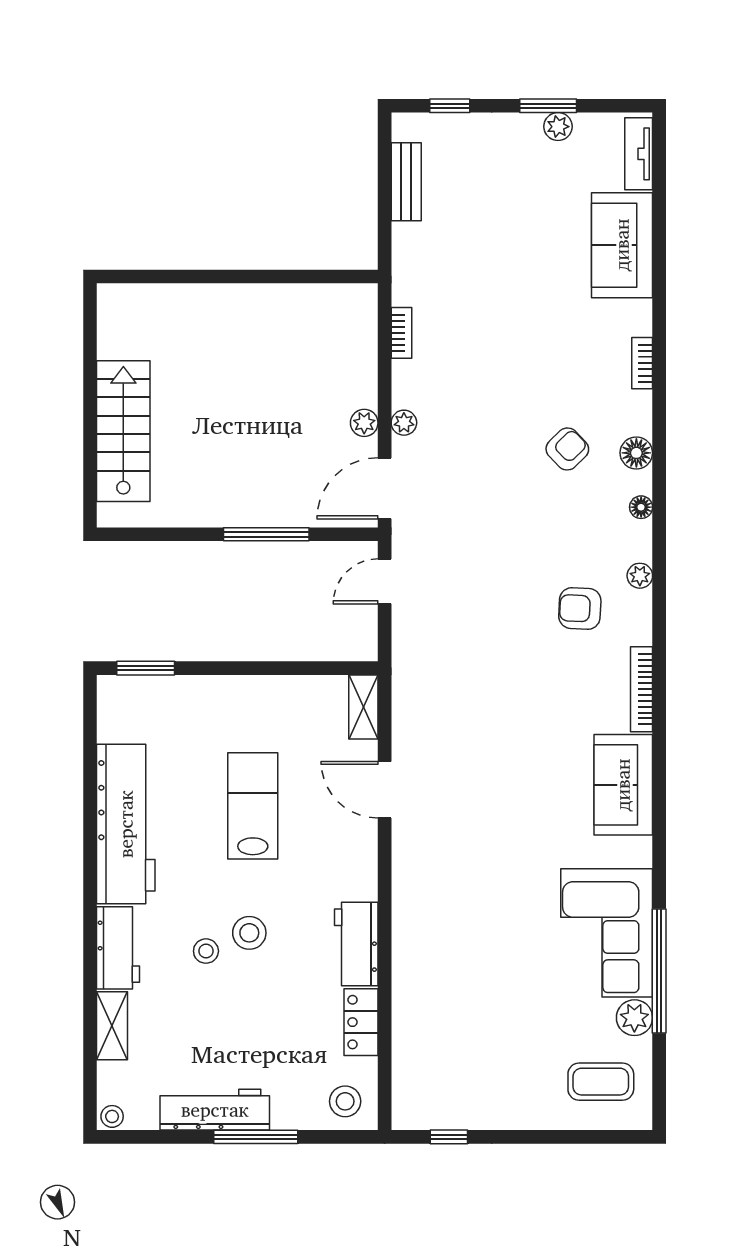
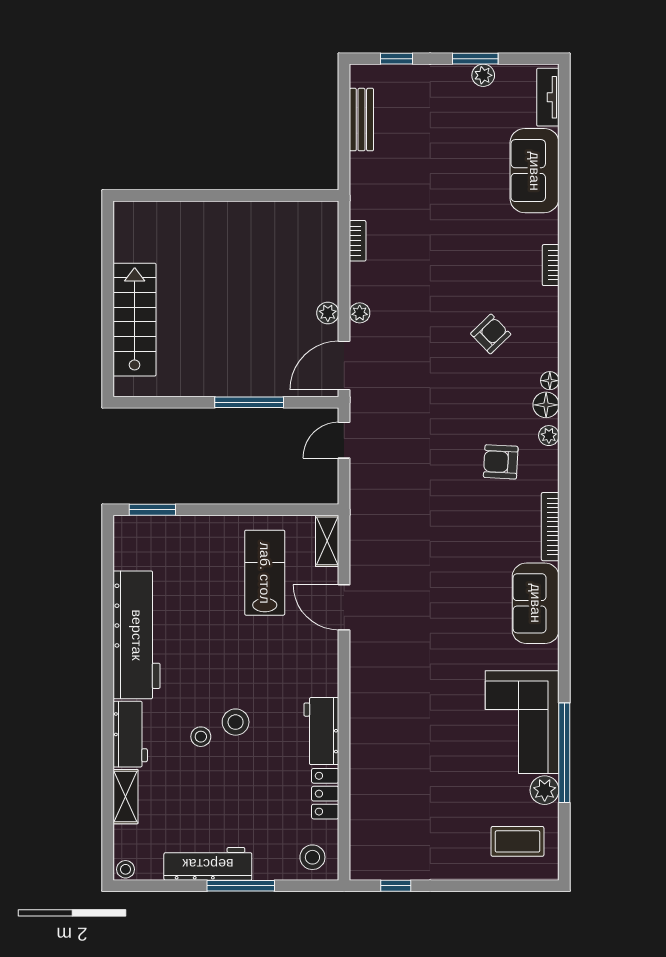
floor lamp: (636, 453) -> (546, 405), moved
lab bench: (253, 806) -> (265, 573), moved

